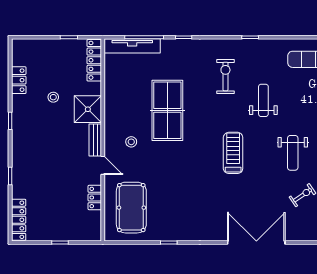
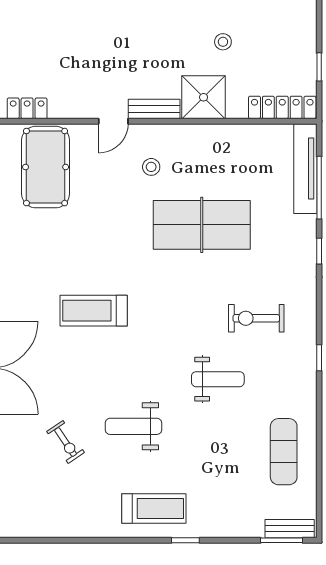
exercise bike: (225, 76) -> (256, 318), turned 180
treadmill: (233, 153) -> (94, 311), moved, turned 180
locker: (95, 197) -> (27, 108), moved
pool table: (131, 208) -> (46, 167), turned 90

